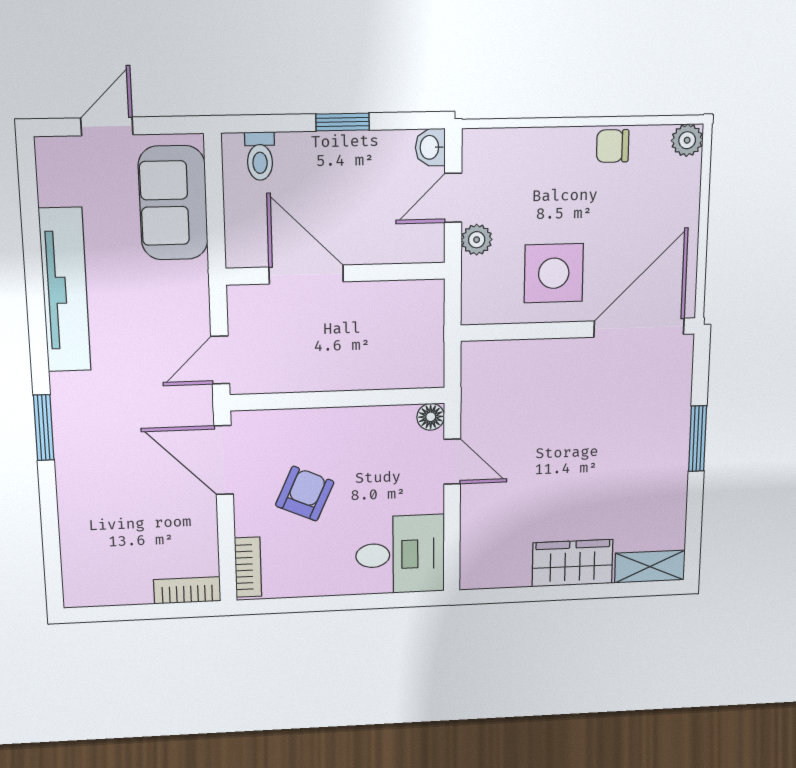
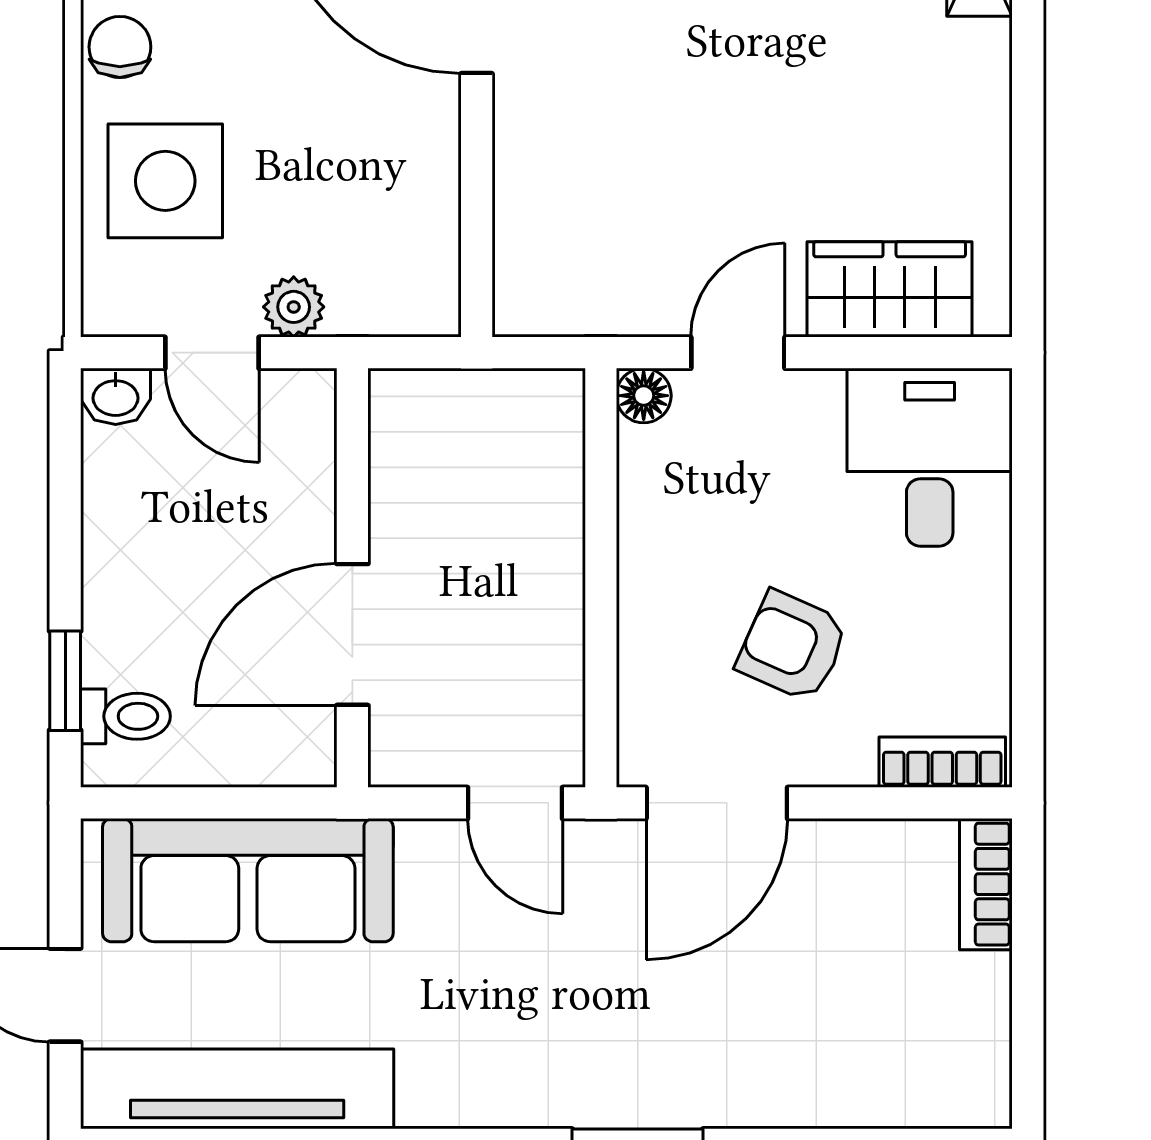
window: (343, 122) -> (65, 681), moved
chair: (613, 146) -> (120, 47), turned 180
sofa: (173, 203) -> (248, 880), width x1.36
side table: (554, 273) -> (165, 181), moved
tv unit: (65, 290) -> (237, 1089), moved
wardrobe: (572, 563) -> (890, 289), moved, turned 90

